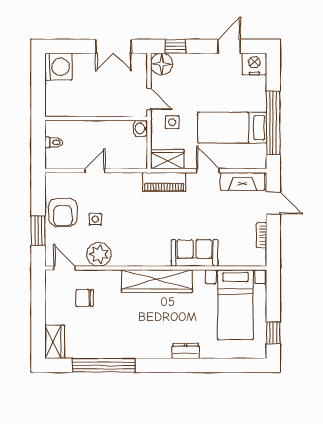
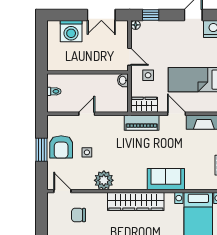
floor lamp: (162, 64) -> (136, 25), width x0.53, depth x0.53
washing machine: (58, 67) -> (71, 31), moved, turned 90
window: (38, 231) -> (41, 150), moved
plant: (99, 254) -> (104, 180), moved

